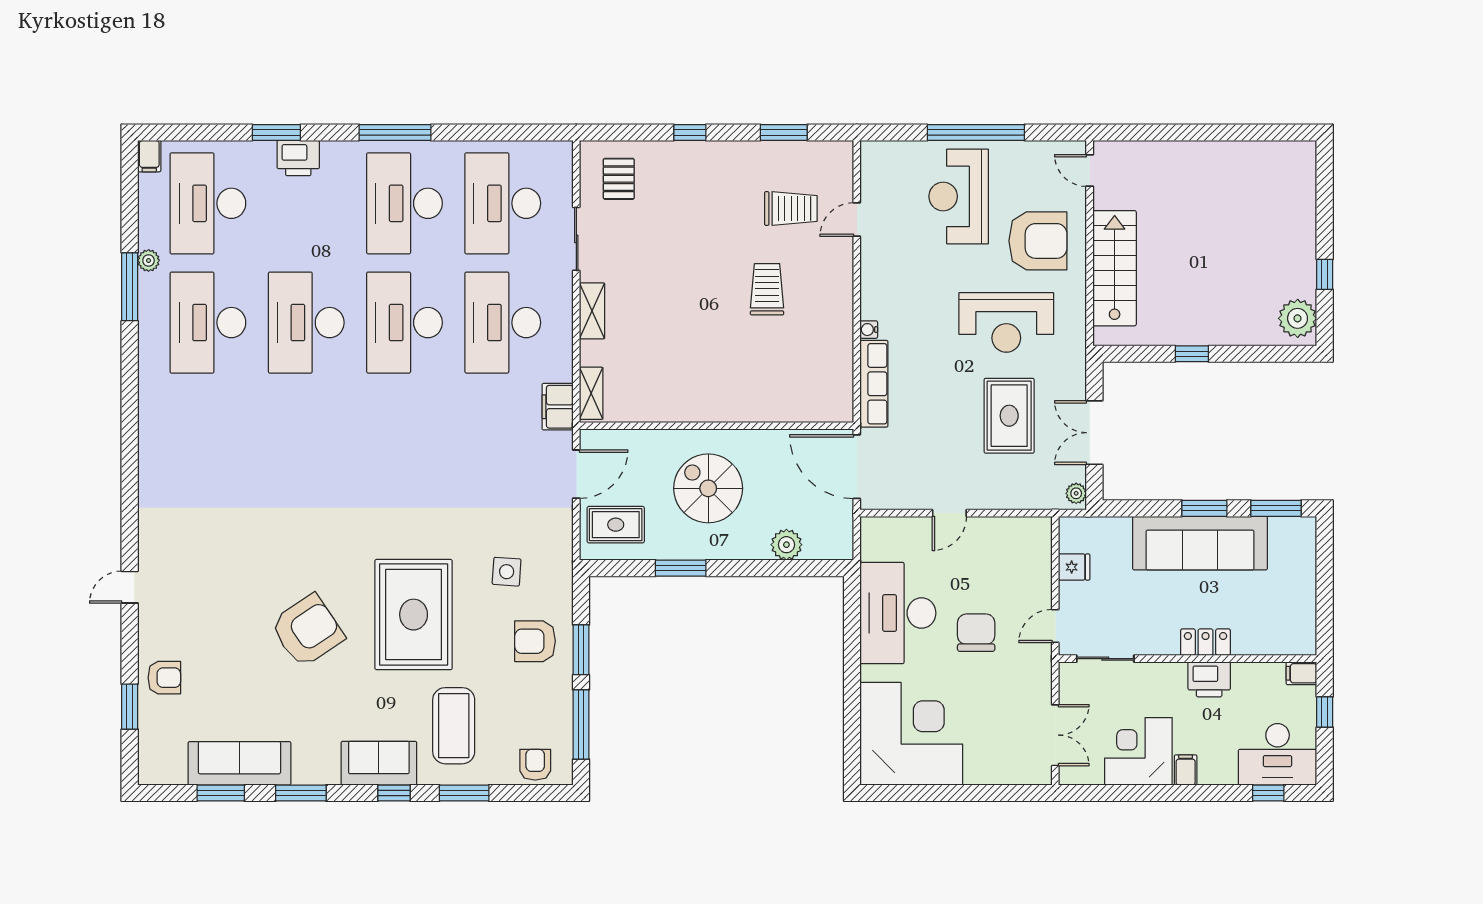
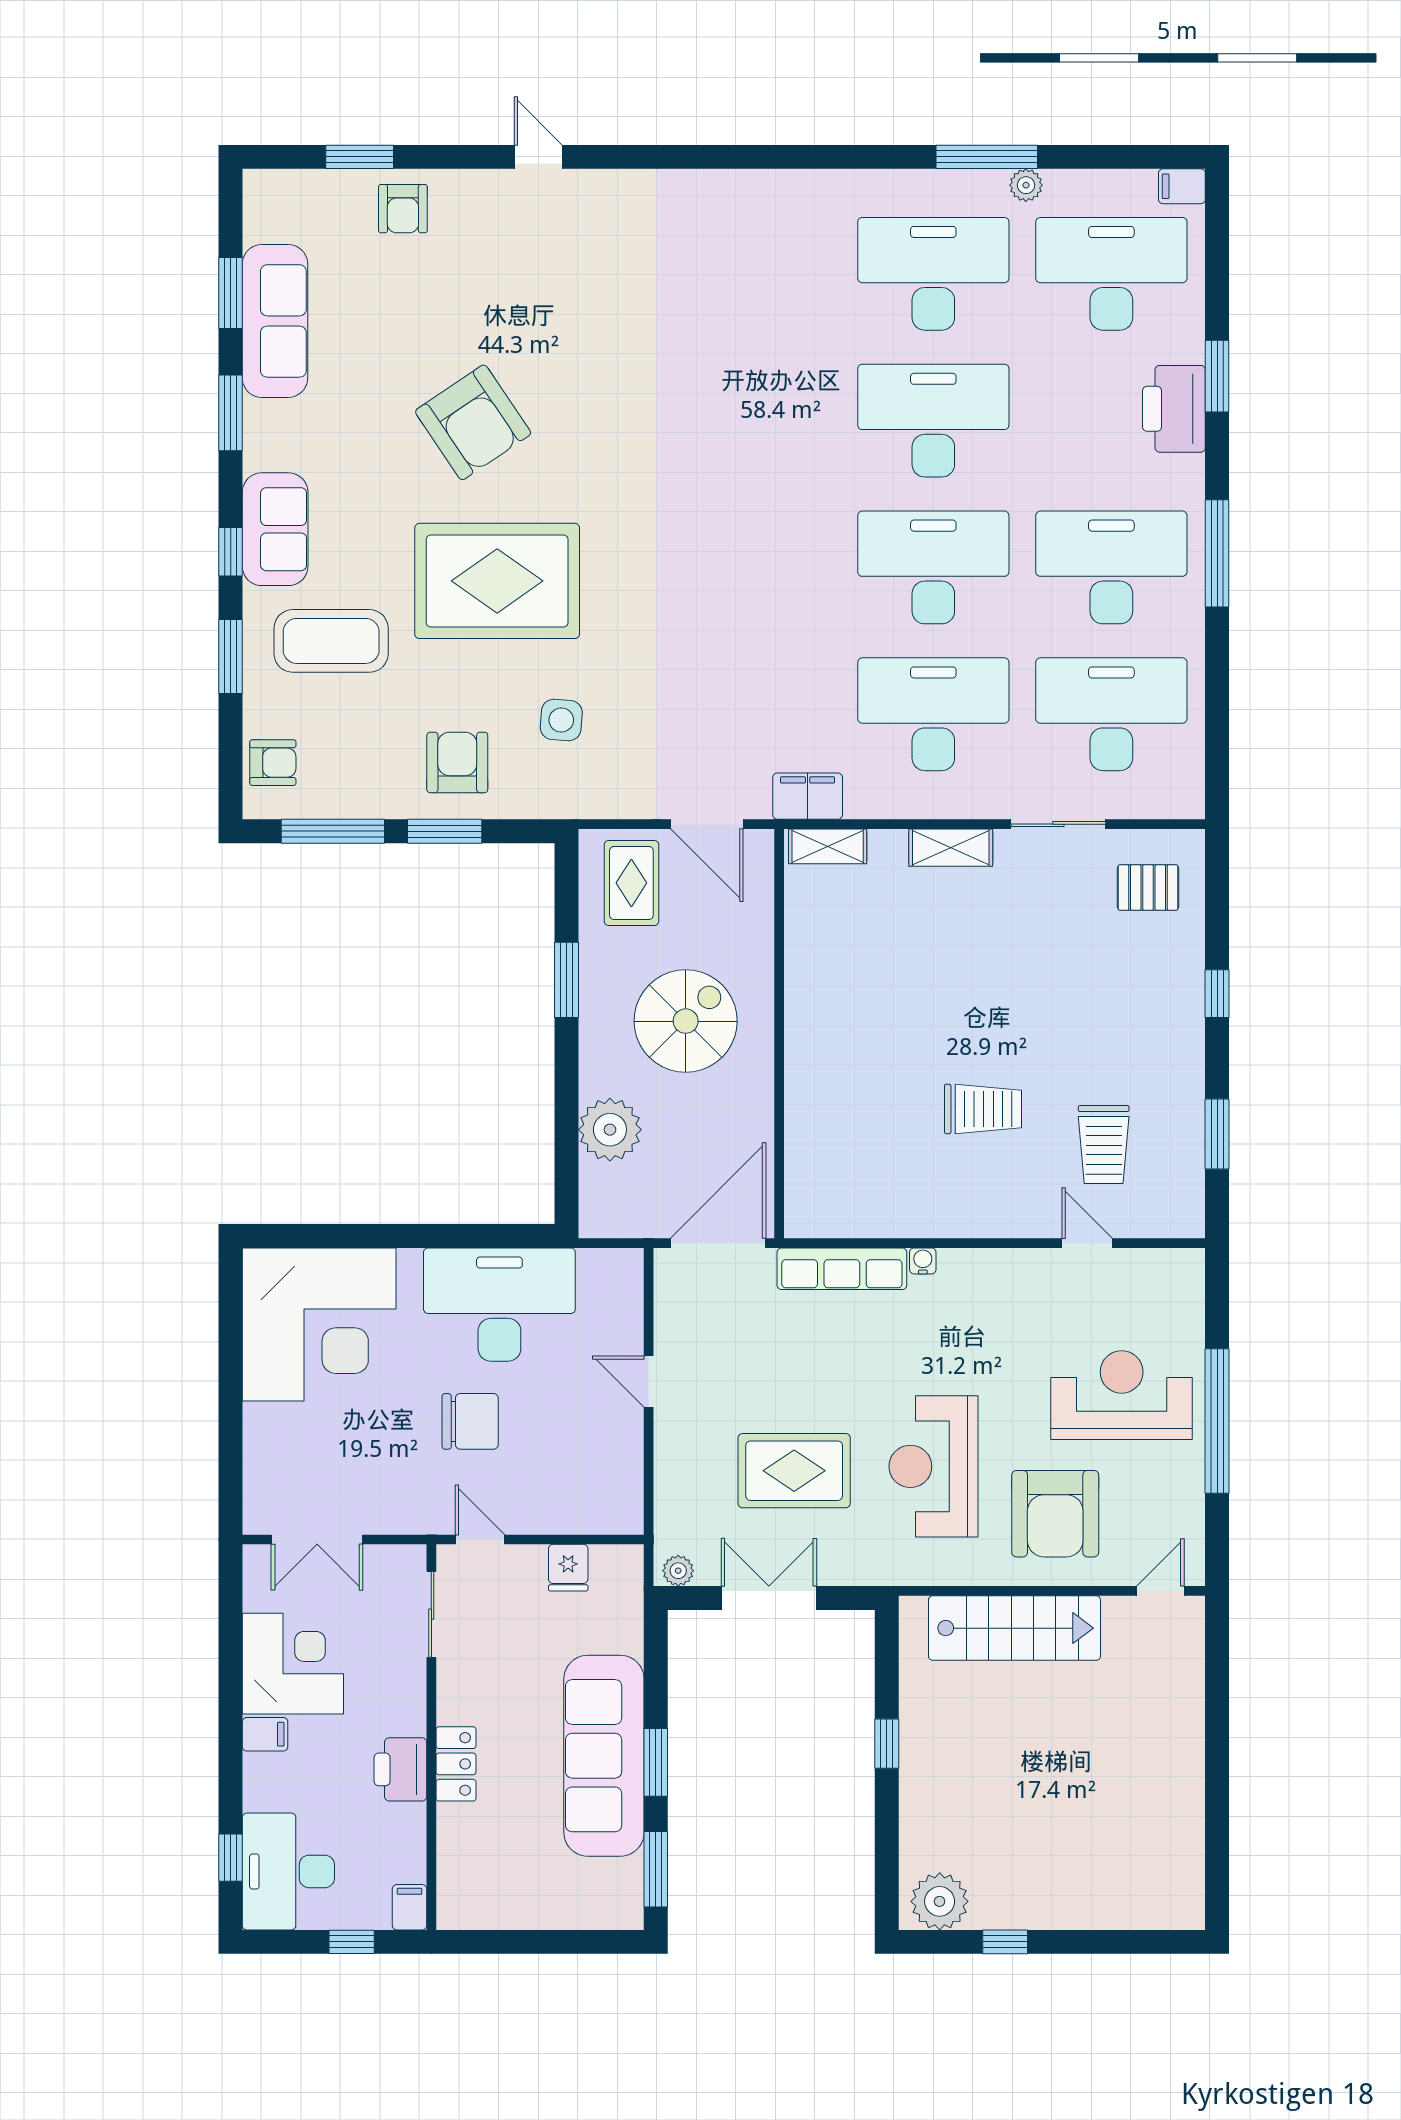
printer: (298, 158) -> (1174, 409), width x1.37, depth x1.19
plant: (786, 545) -> (610, 1130), width x1.36, depth x1.36

